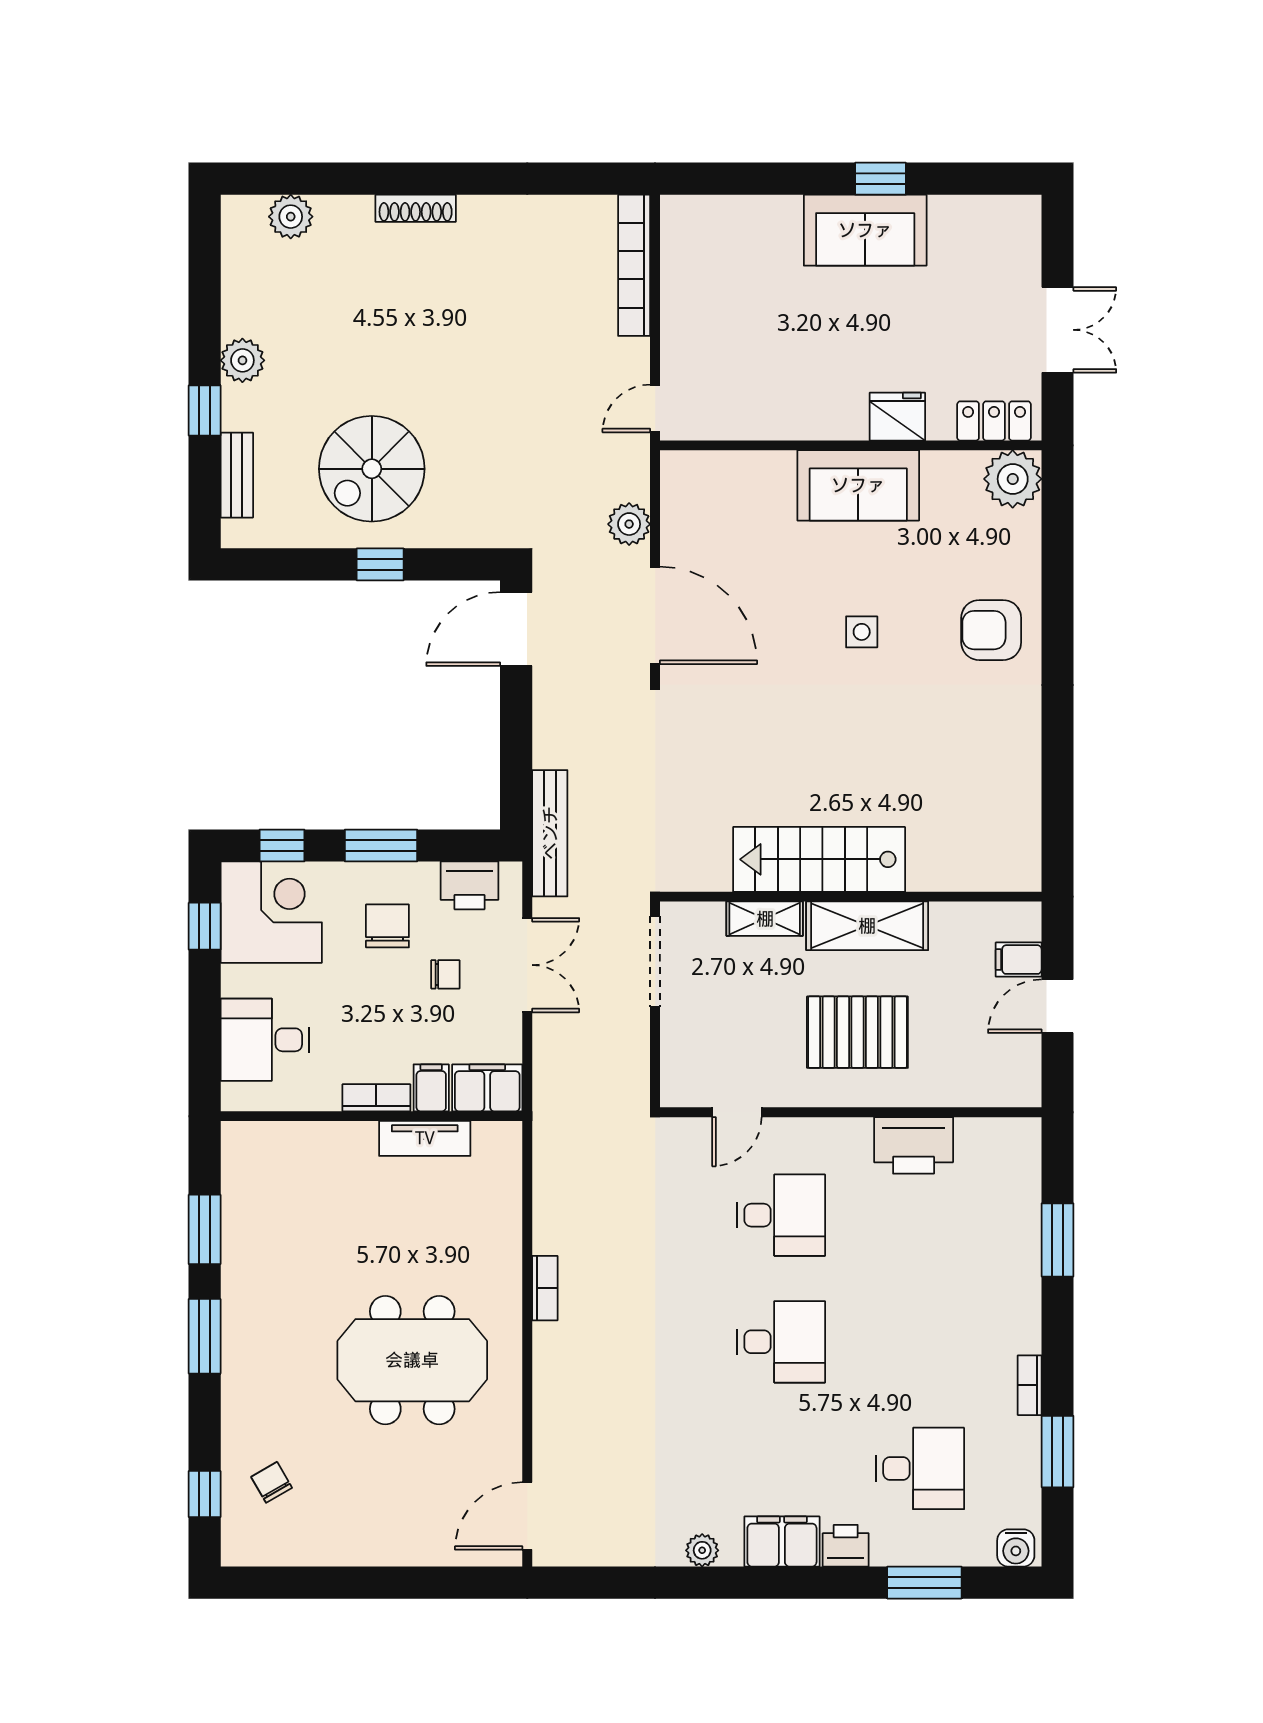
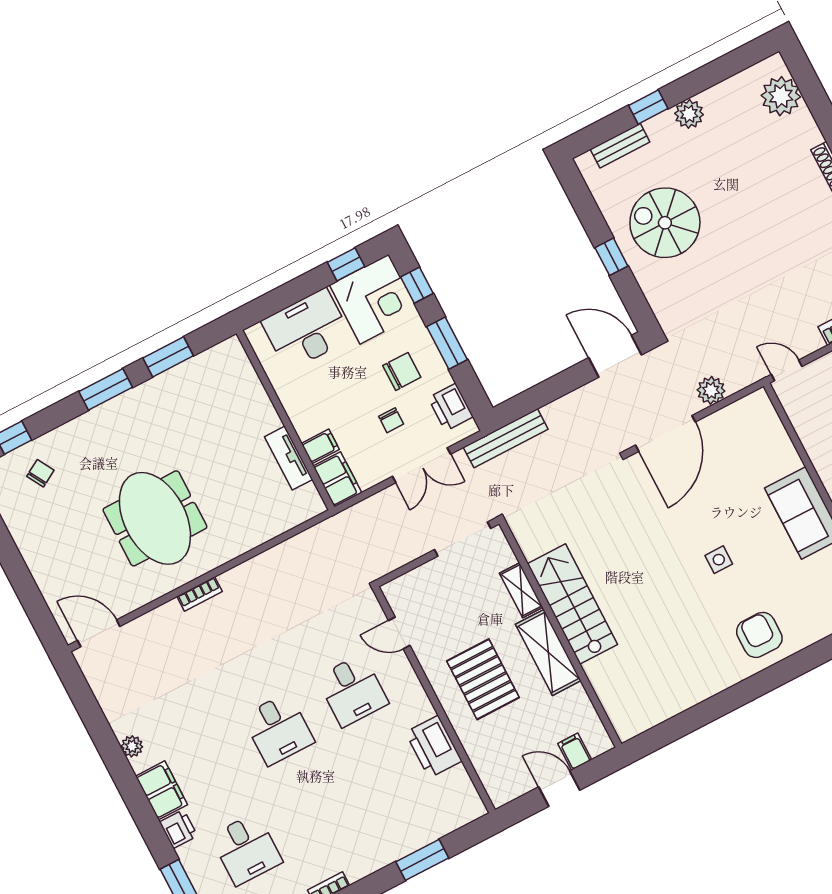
plant: (291, 217) -> (781, 96), width x1.36, depth x1.36
desk: (265, 1040) -> (307, 330), width x1.37
bookcase: (376, 1098) -> (298, 417), removed
bookcase: (545, 1288) -> (200, 594), moved

